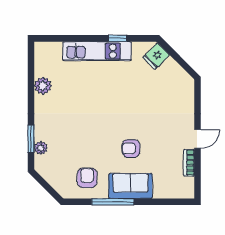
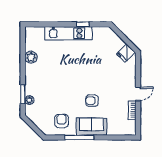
fridge: (156, 56) -> (126, 53), moved

